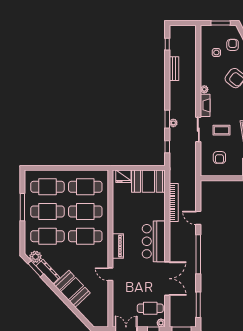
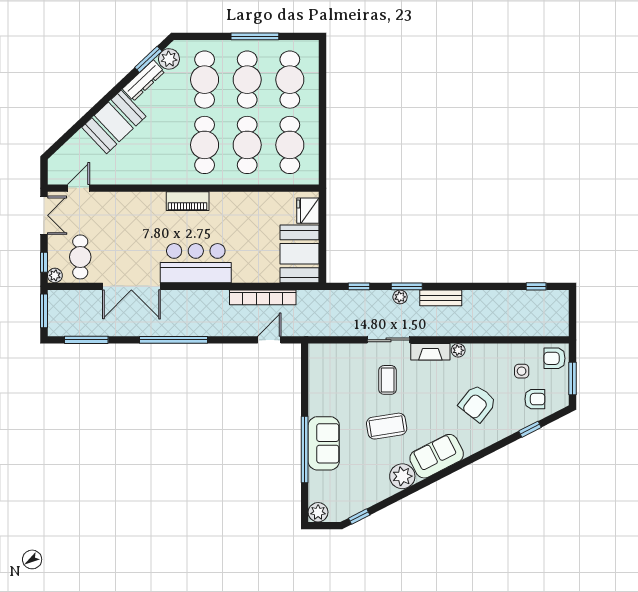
bench: (174, 69) -> (441, 298), moved
armchair: (219, 157) -> (554, 358), moved
door: (198, 218) -> (269, 340), moved
door: (110, 274) -> (78, 188), moved

